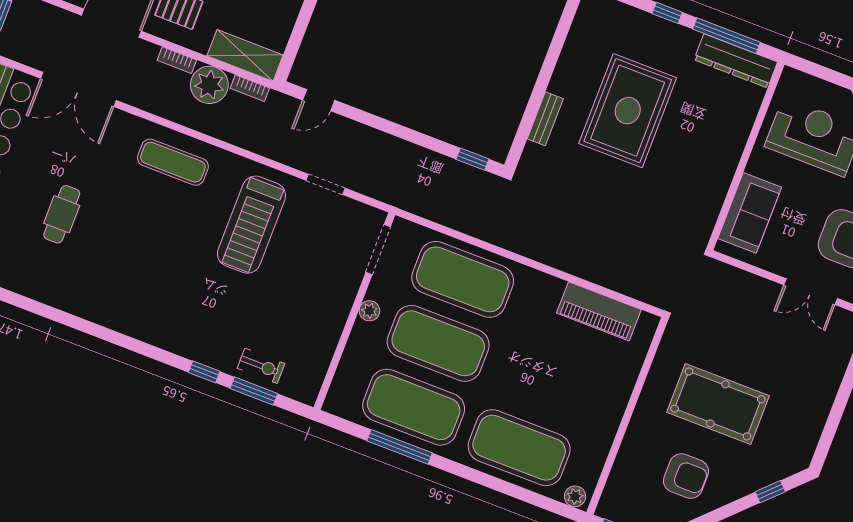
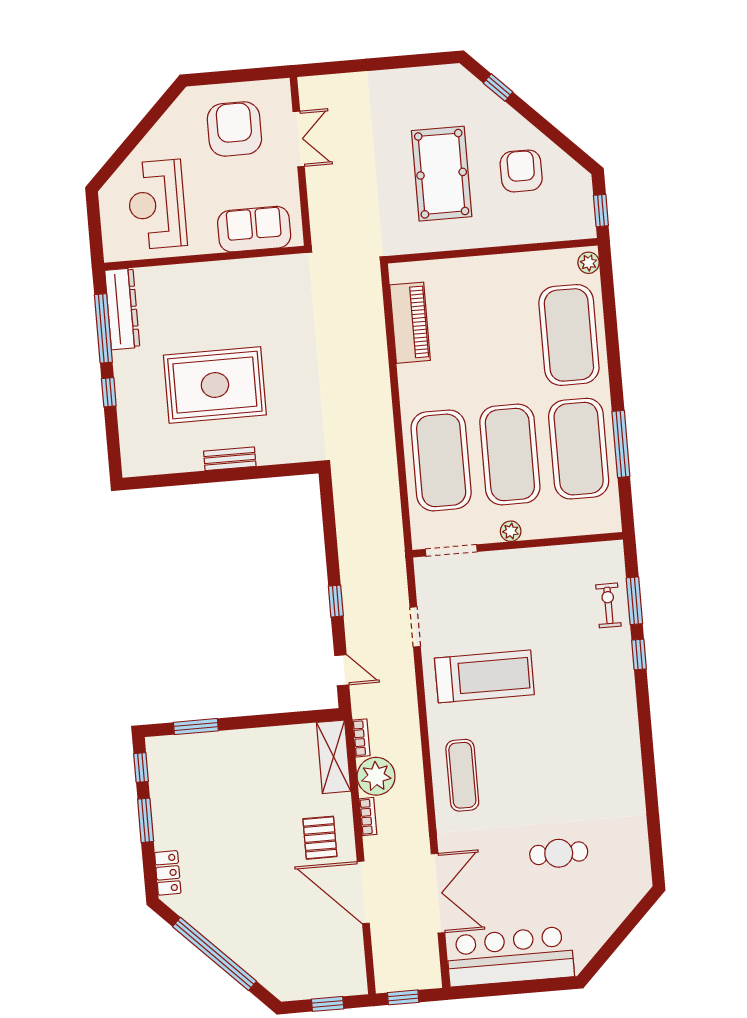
bench: (545, 119) -> (230, 459), moved
window: (472, 159) -> (336, 601), moved

